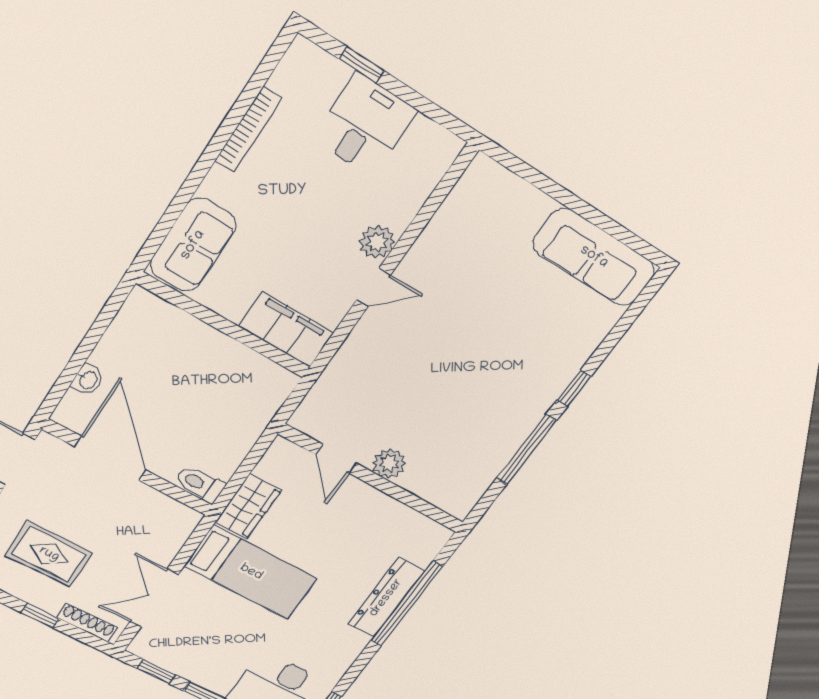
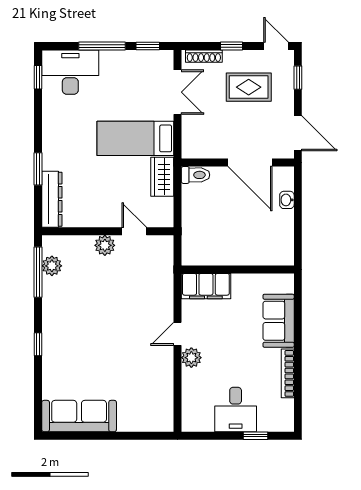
sofa: (193, 245) -> (279, 321), moved
window: (526, 450) -> (38, 272), moved
plant: (479, 477) -> (52, 266), added
dresser: (386, 598) -> (52, 199), moved
window: (407, 604) -> (38, 169), width x0.47

